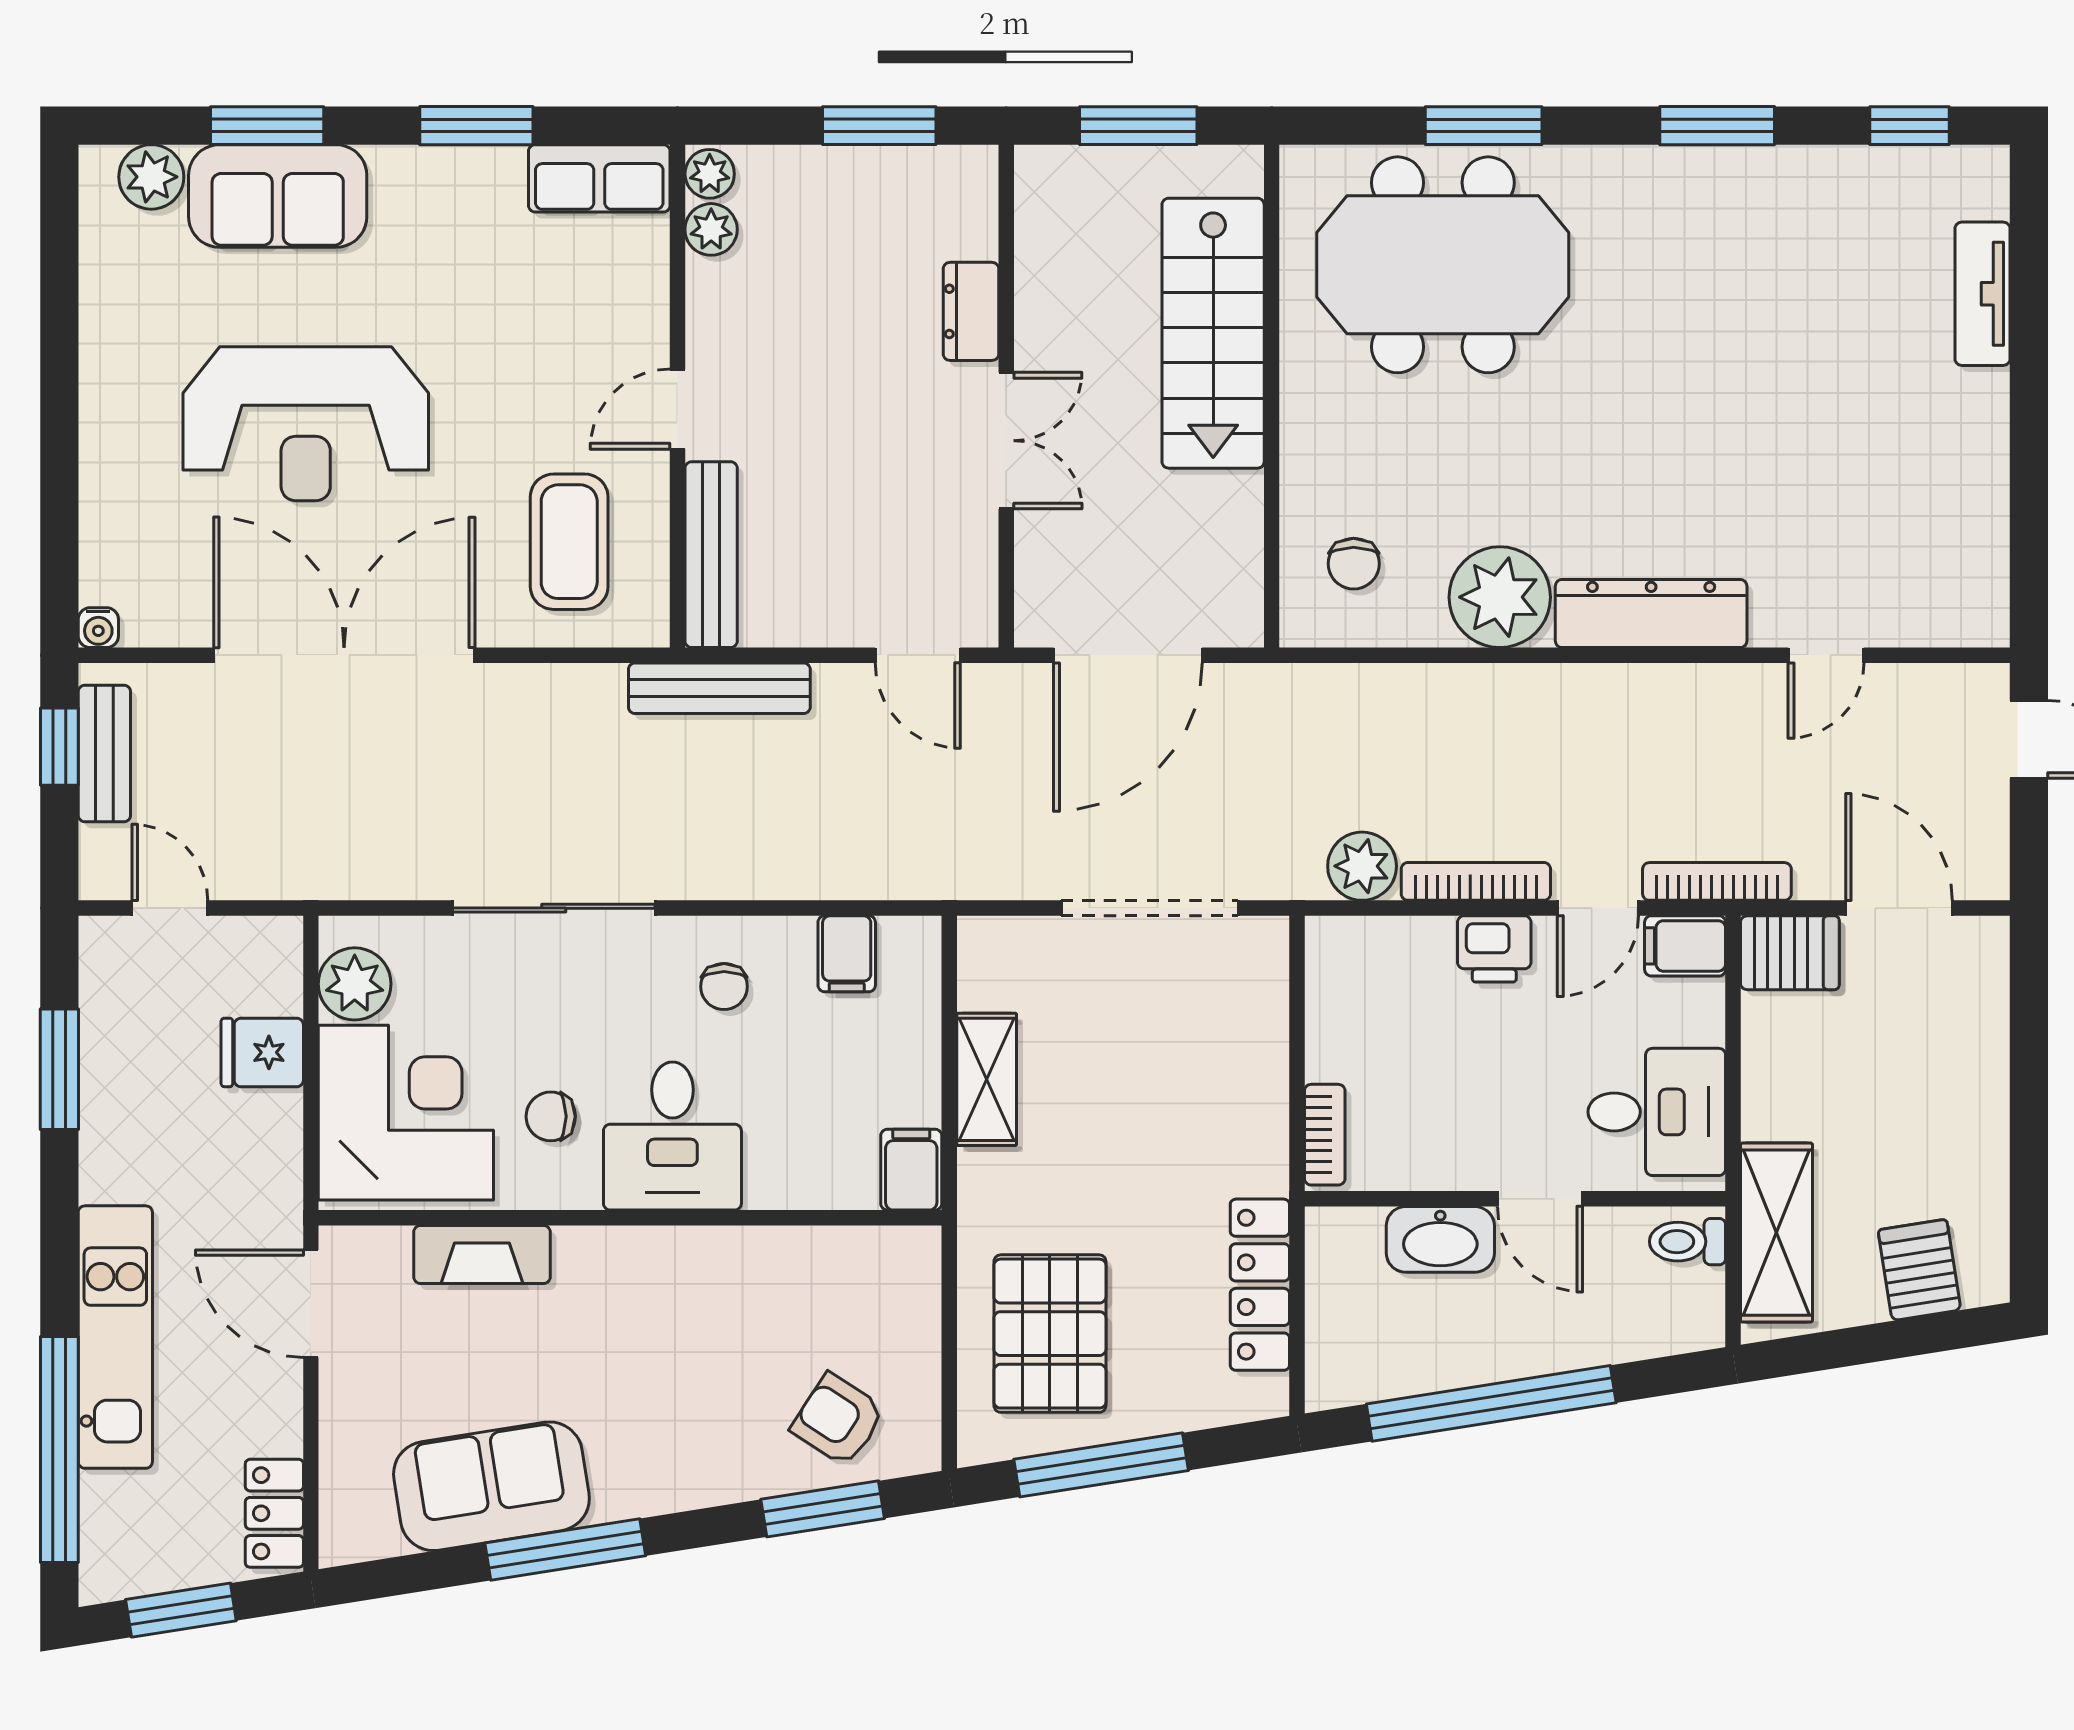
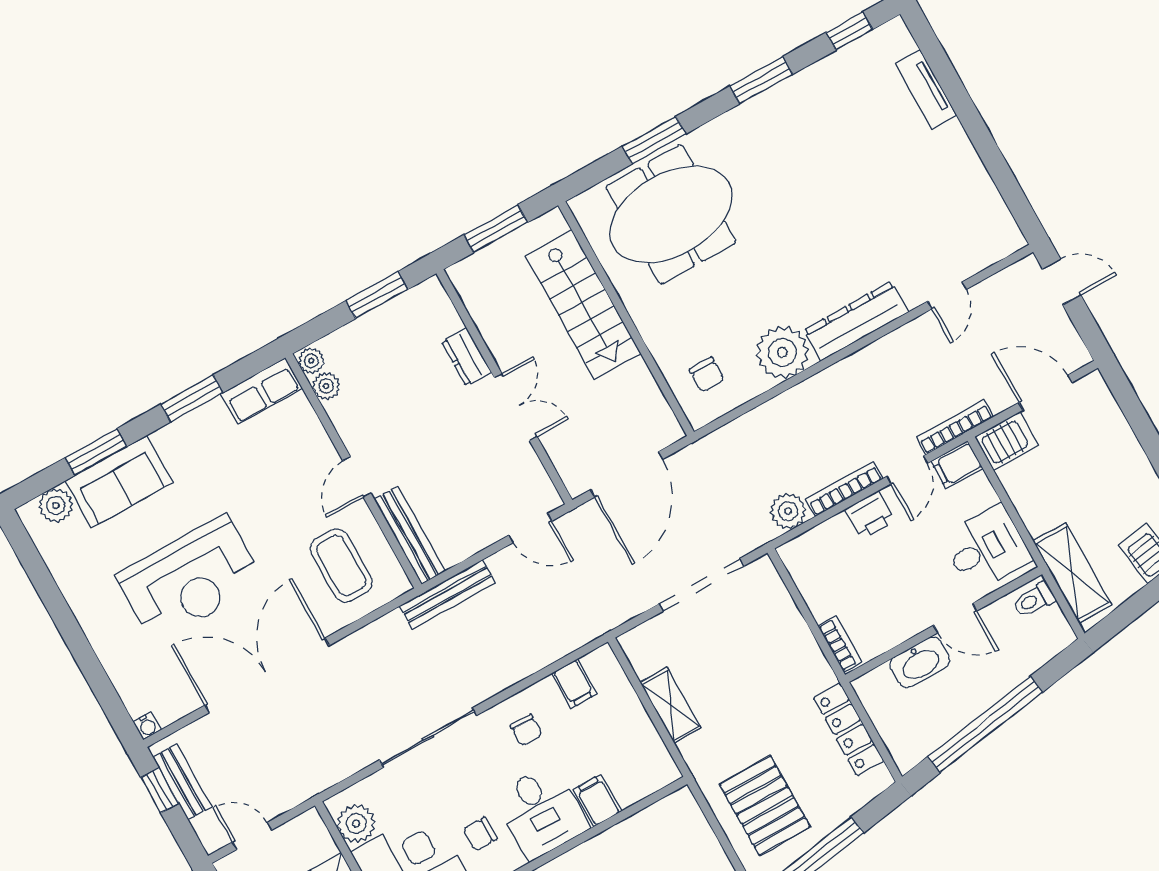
filing cabinet: (911, 1170) -> (597, 800), moved

